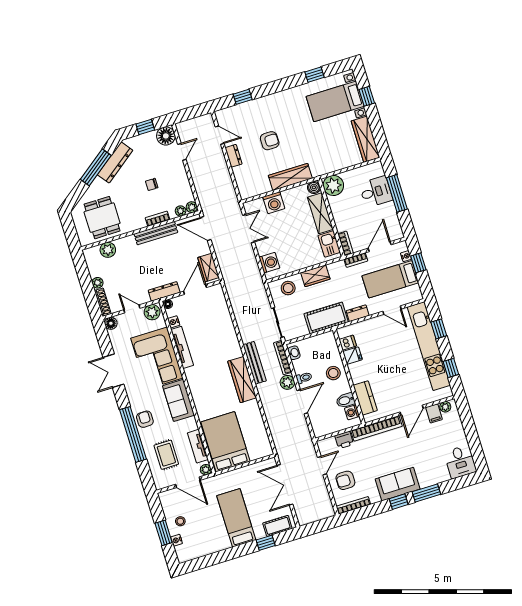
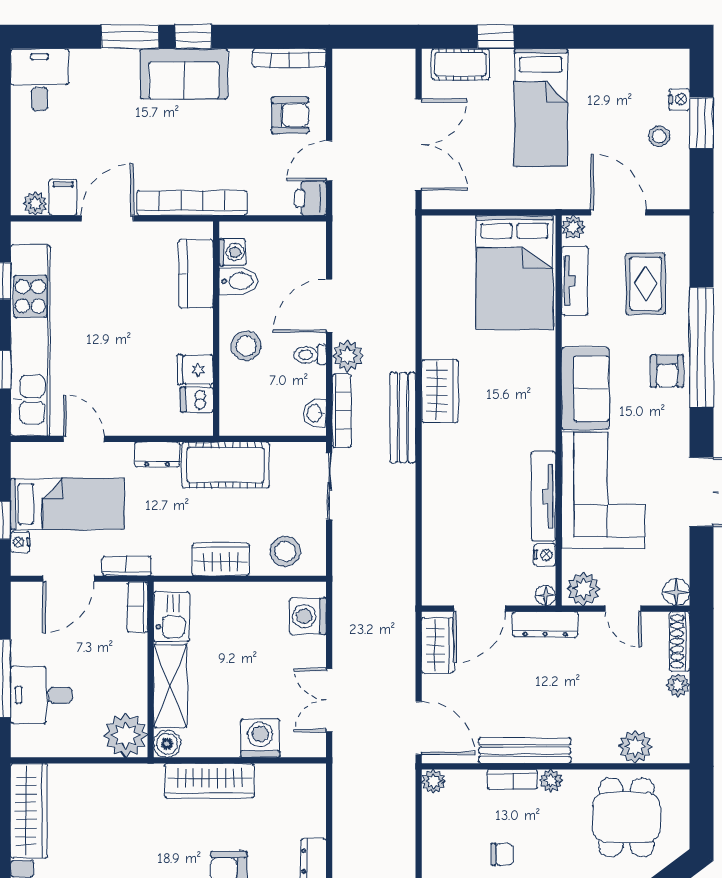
plant: (181, 211) -> (551, 781), moved
wardrobe: (242, 380) -> (440, 391), width x0.67
printer: (344, 440) -> (311, 198), moved, turned -90

